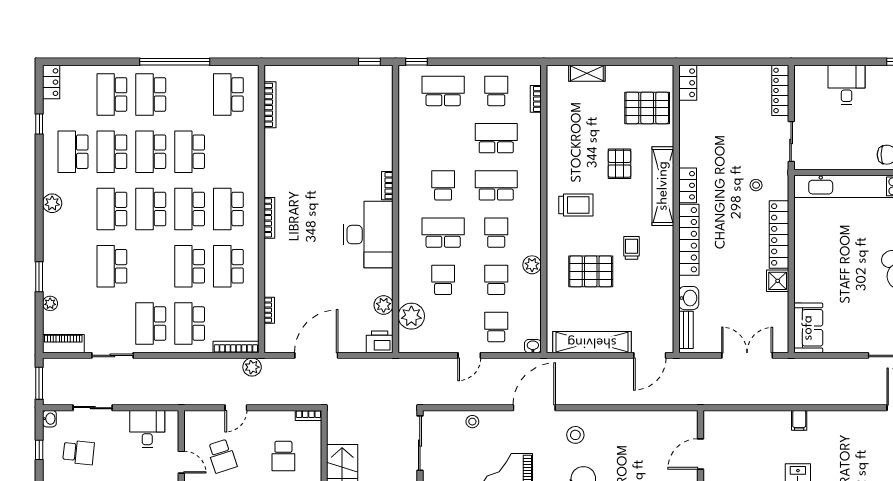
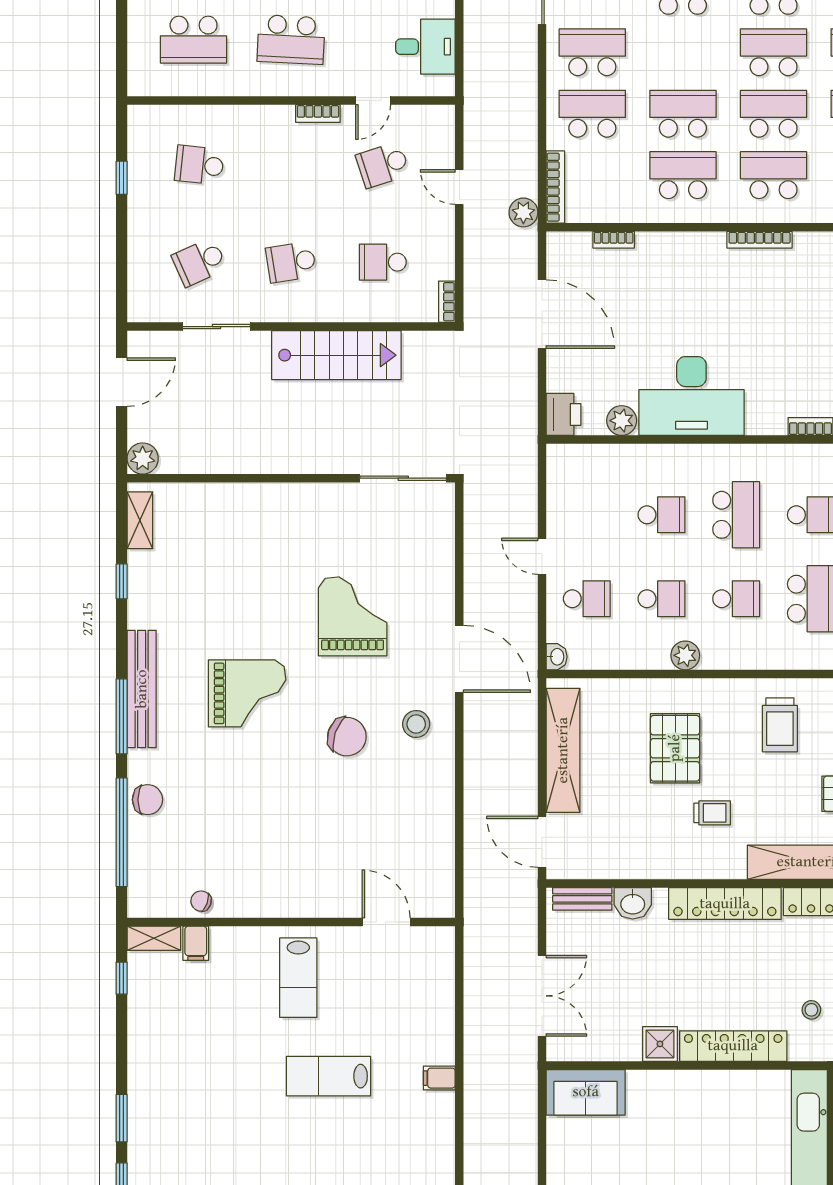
desk: (368, 235) -> (691, 396), moved
plant: (411, 316) -> (604, 464), removed
stool: (472, 422) -> (437, 561), removed

